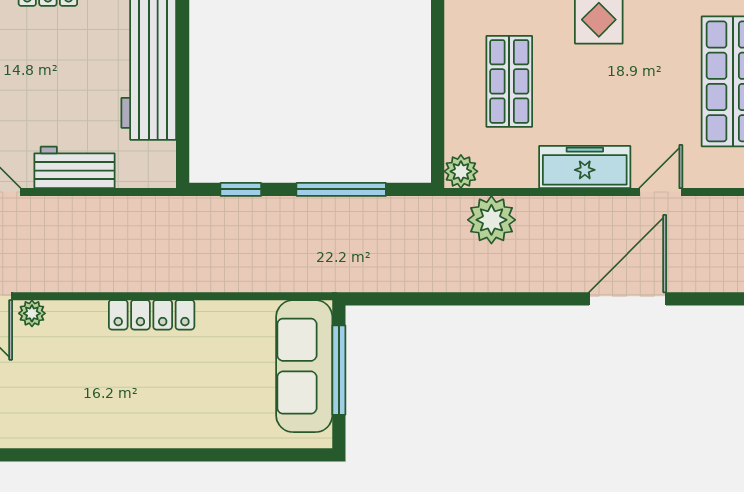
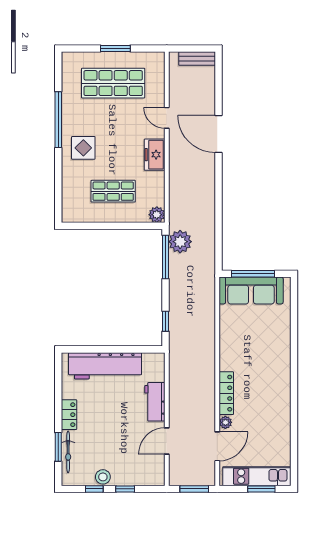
freezer: (585, 167) -> (155, 155), width x0.71
window: (341, 189) -> (165, 257), moved
plant: (491, 220) -> (180, 242), moved
locker: (152, 315) -> (226, 393), moved

